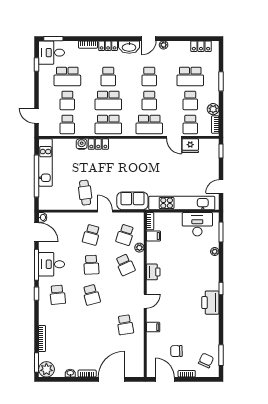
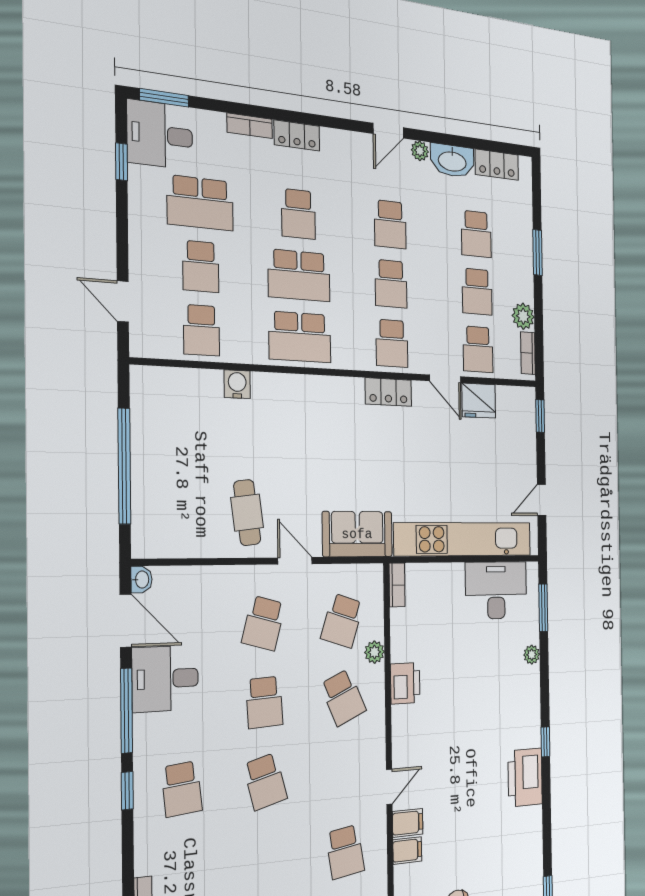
washbasin: (129, 47) -> (452, 161), moved
school desk: (190, 76) -> (476, 234), width x0.54
school desk: (149, 124) -> (392, 343), width x0.54
locker: (98, 144) -> (388, 392), moved
kitchen unit: (45, 163) -> (147, 430), removed
filing cabinet: (153, 236) -> (408, 823), moved
desk: (52, 264) -> (165, 679), moved
printer: (153, 272) -> (405, 683), moved

